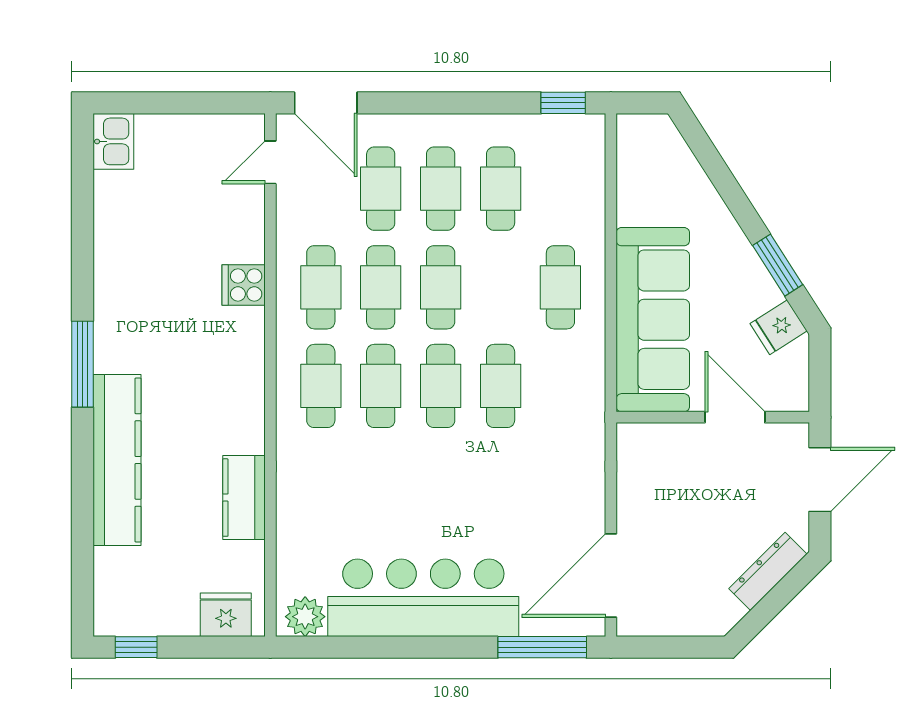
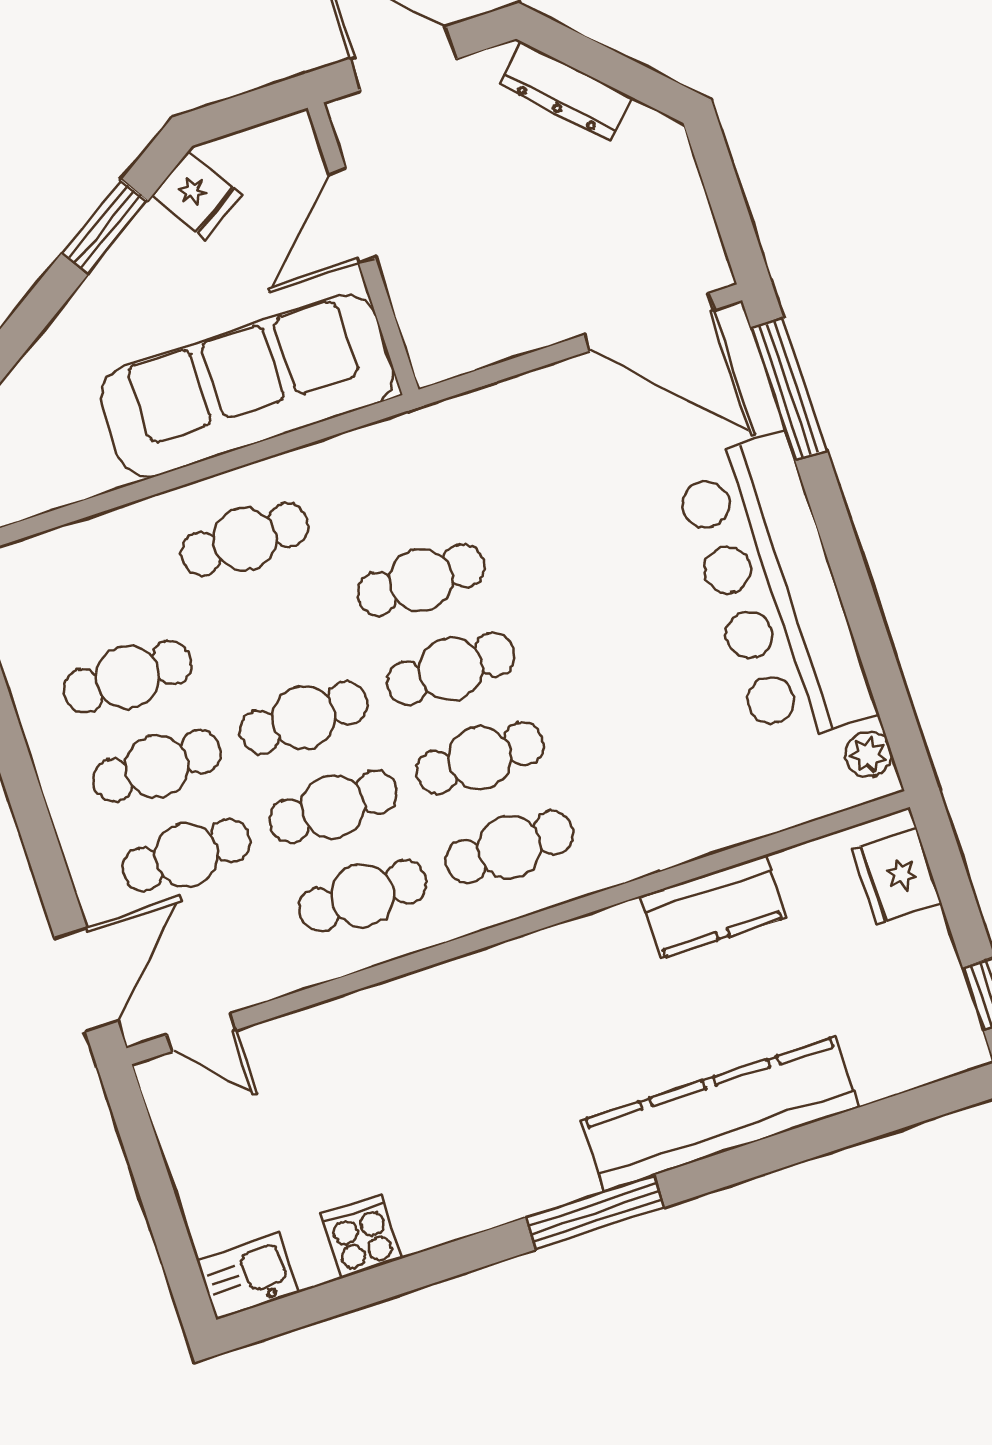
cooker: (244, 285) -> (361, 1237), moved, turned 180
plant: (305, 617) -> (868, 754), width x0.73, depth x0.73

